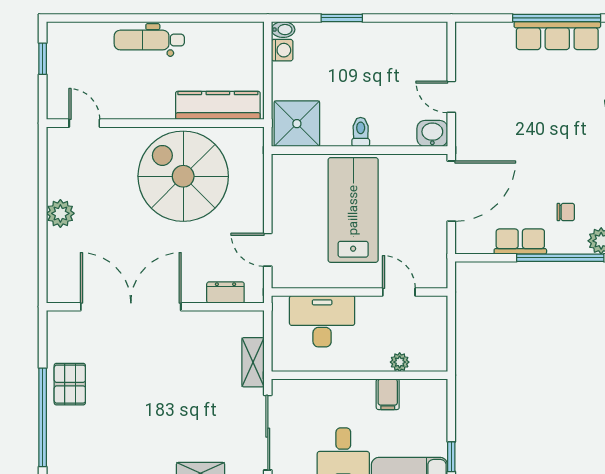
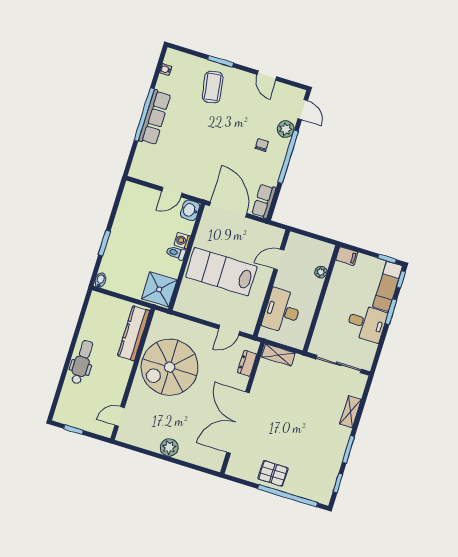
dental chair: (149, 40) -> (82, 362), turned 180
washing machine: (282, 50) -> (182, 241), moved, turned -90
row of seats: (520, 242) -> (264, 201), moved
shelving: (253, 362) -> (278, 355), moved
filing cabinet: (388, 394) -> (347, 256), moved

